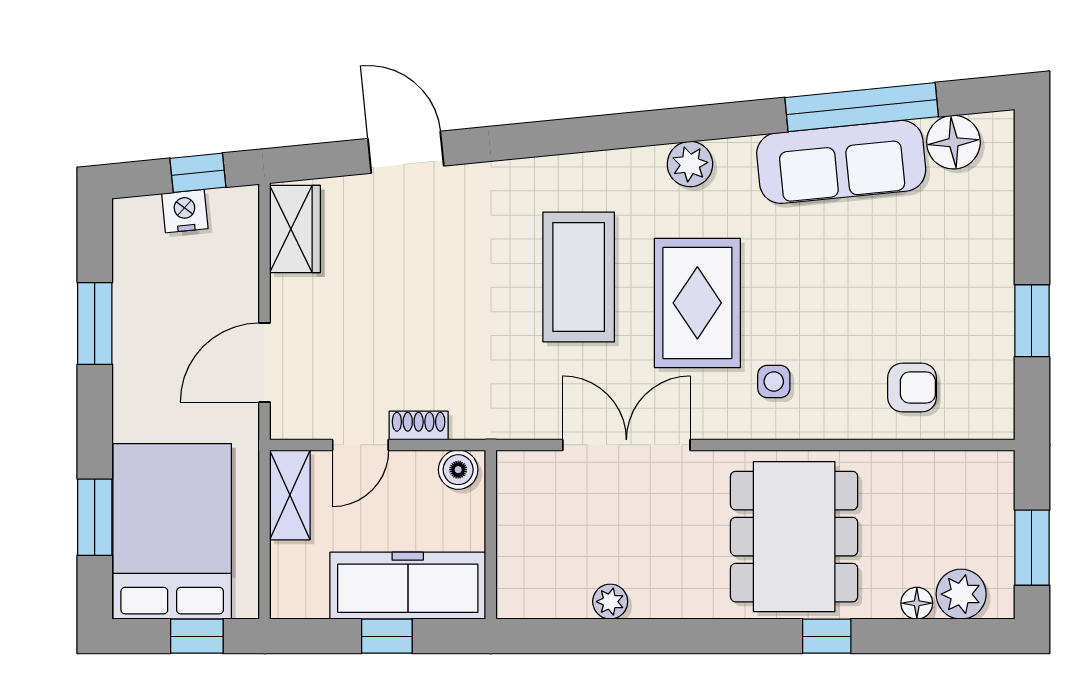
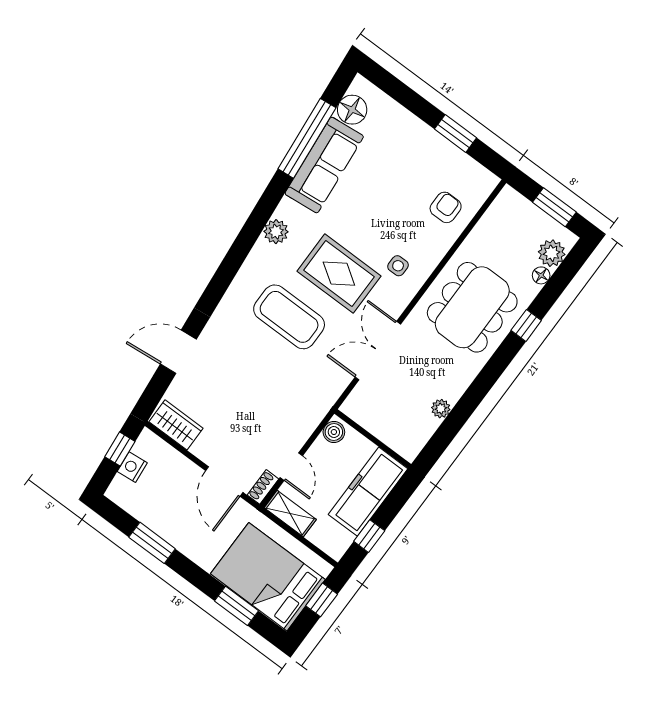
shoe rack: (419, 425) -> (263, 487), moved
dining table: (794, 537) -> (472, 307), turned 90
window: (387, 636) -> (369, 536), moved

